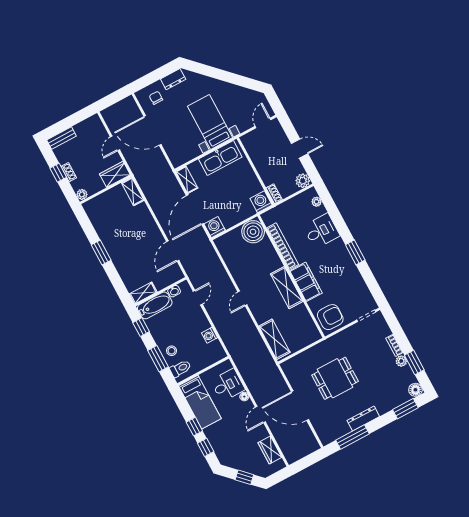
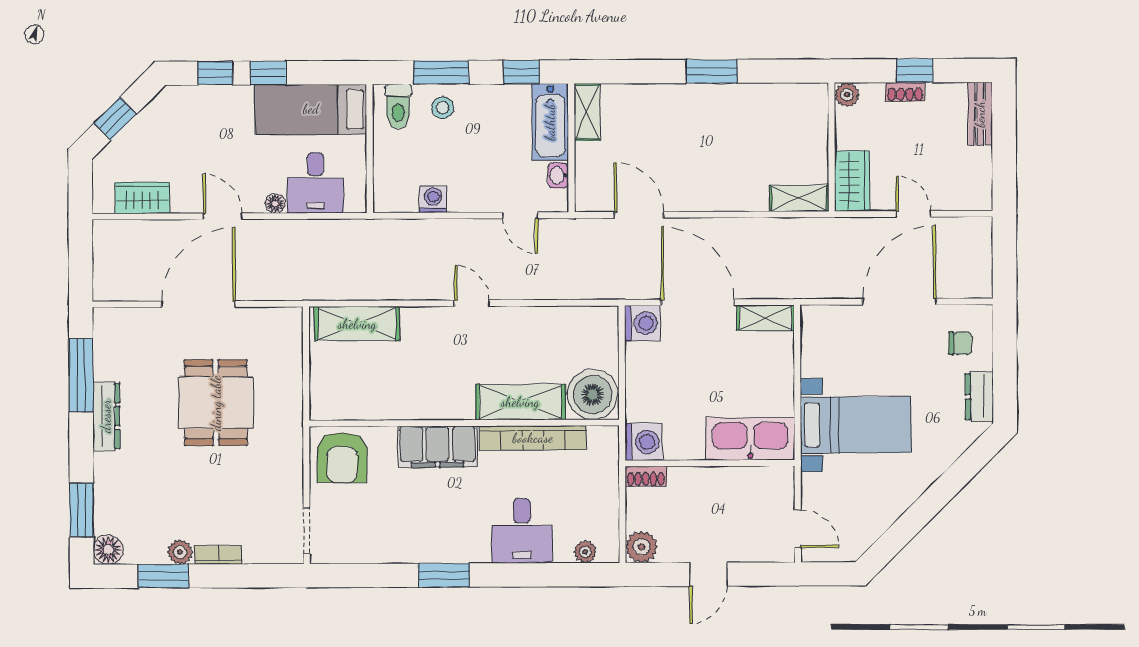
kitchen sink: (220, 158) -> (750, 439), moved, turned 90
shelving: (287, 288) -> (520, 402), moved

